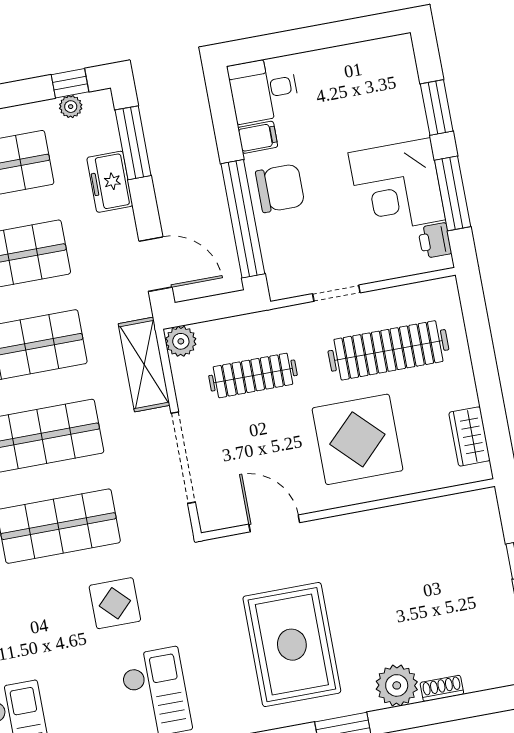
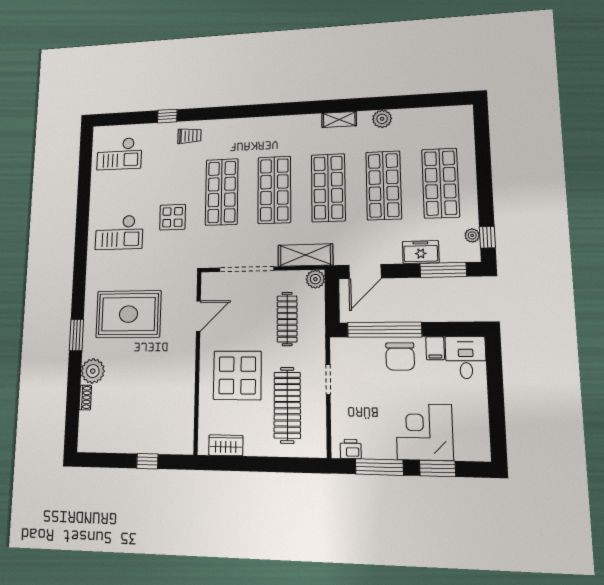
corner desk: (397, 186) -> (424, 432), moved

